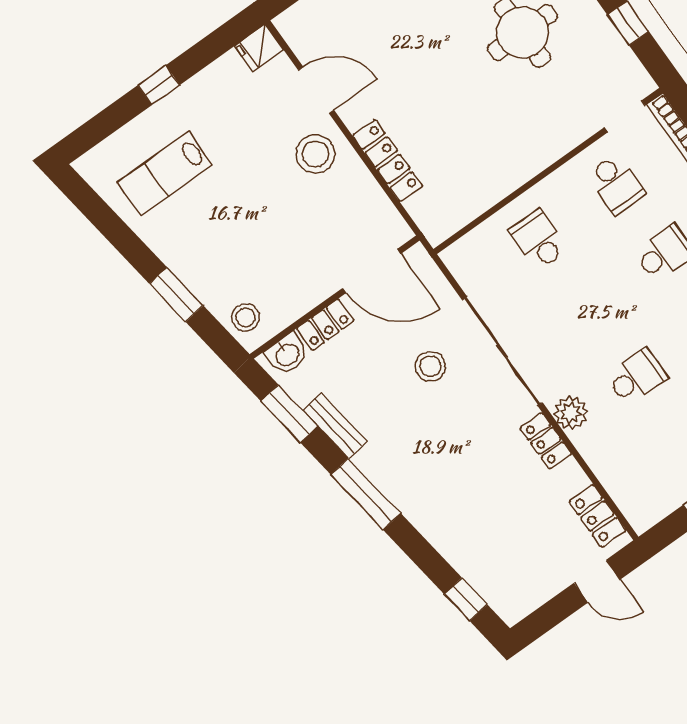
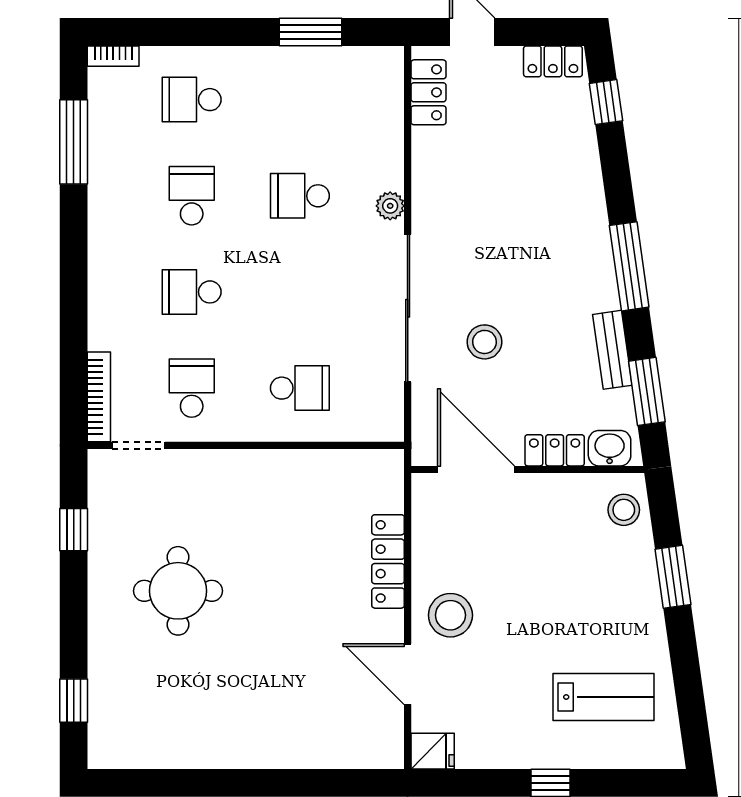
school desk: (539, 239) -> (300, 388), turned -90
plant: (571, 413) -> (390, 206), width x0.73, depth x0.73
locker: (546, 441) -> (553, 61), moved, turned 90

